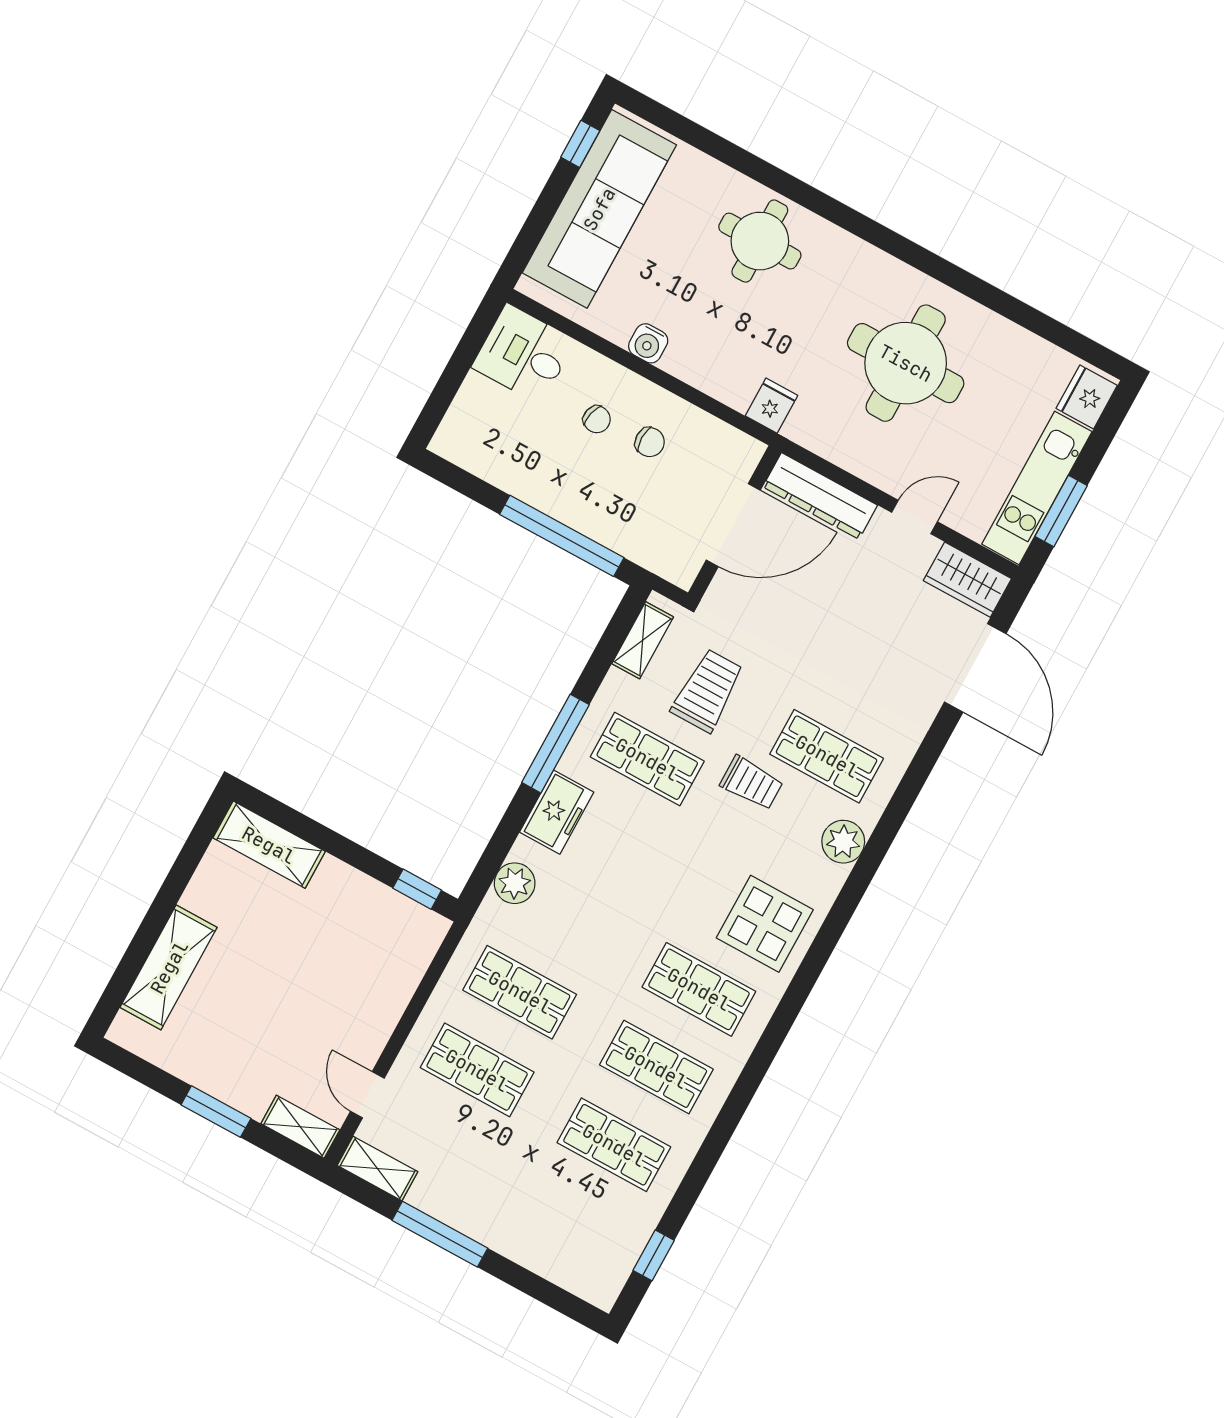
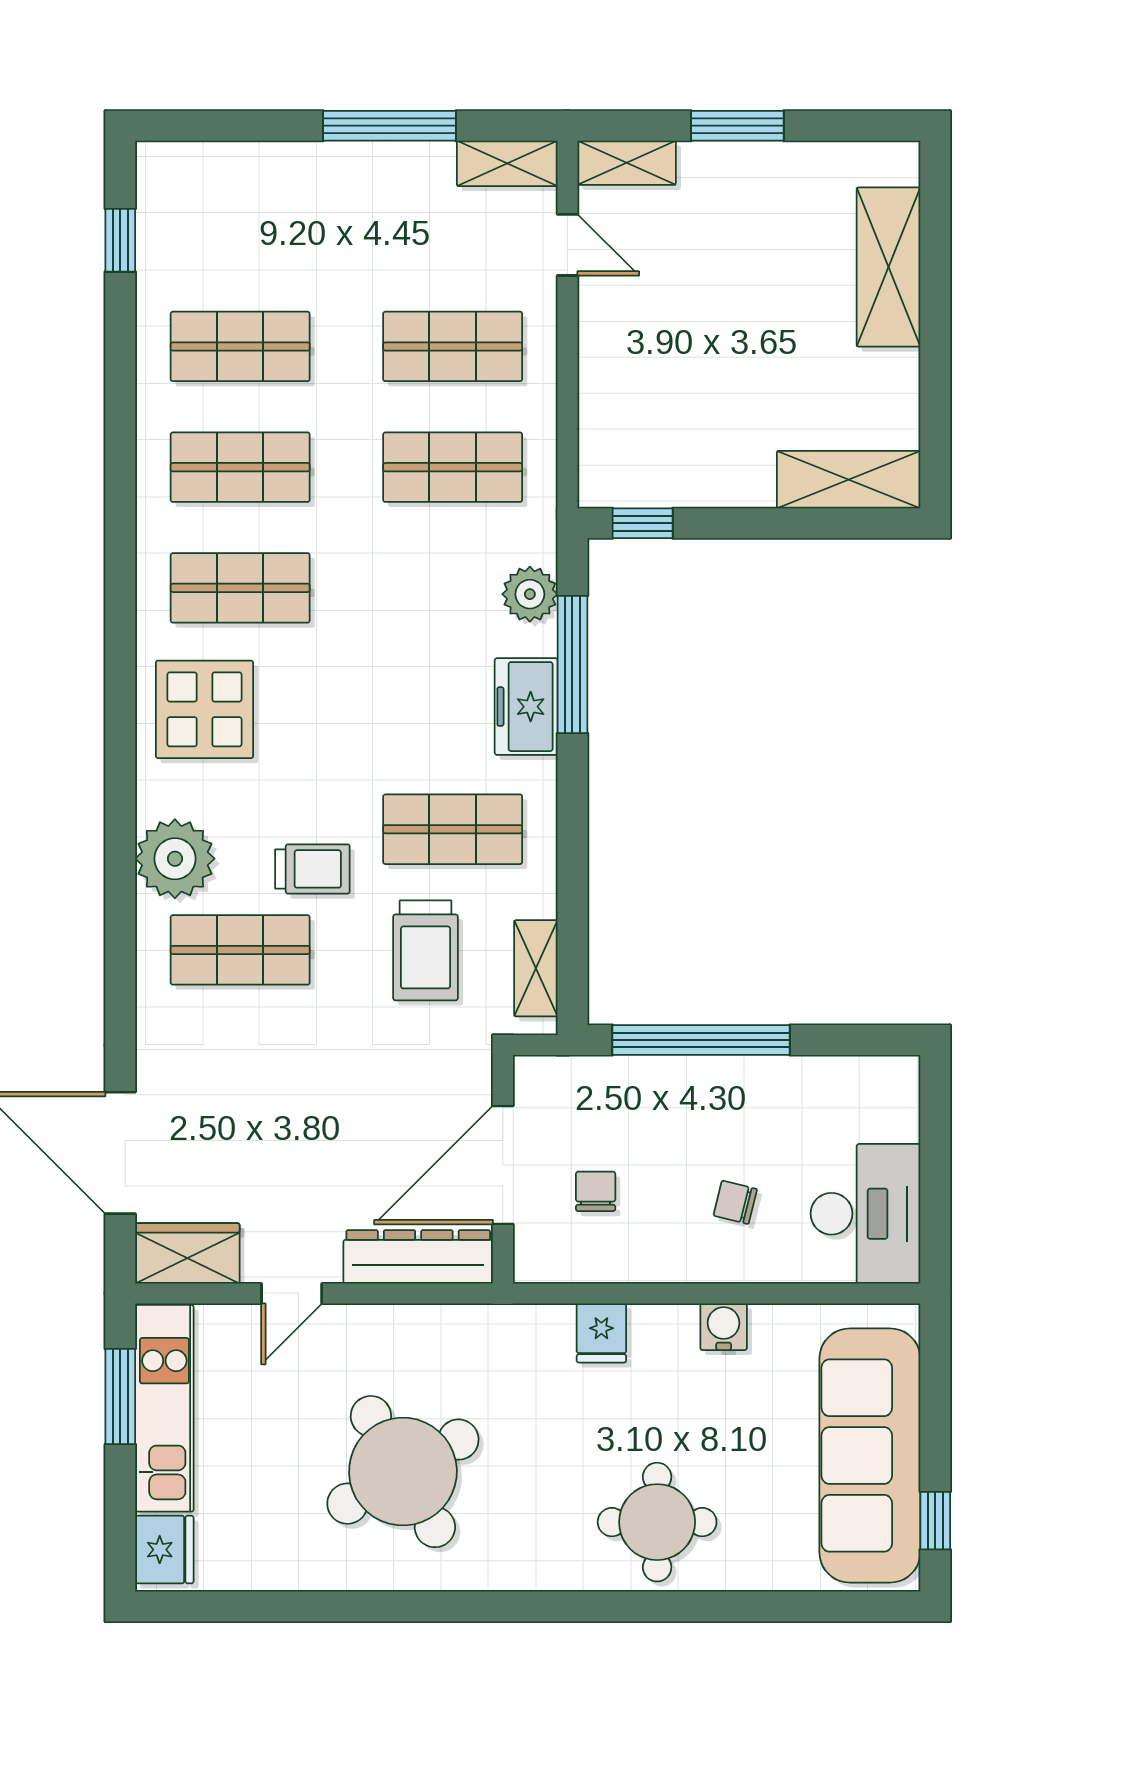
desk: (524, 354) -> (865, 1214), width x1.37
round table: (906, 363) -> (403, 1472), turned -30
fridge: (772, 406) -> (601, 1333), moved
chair: (650, 442) -> (596, 1191), moved, turned 90
window: (555, 744) -> (572, 664), moved
trolley: (751, 783) -> (312, 869), turned 180
plant: (843, 842) -> (175, 859), width x1.36, depth x1.36

